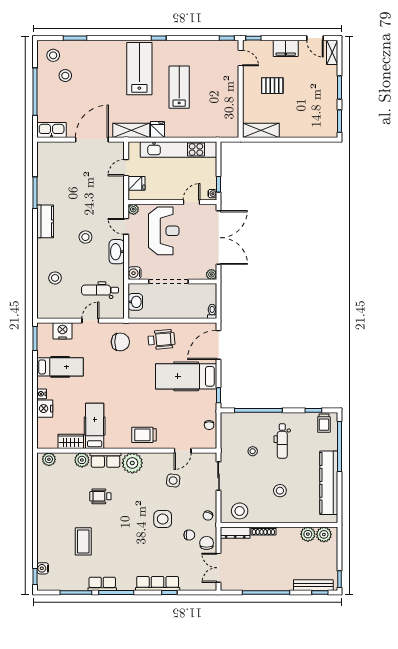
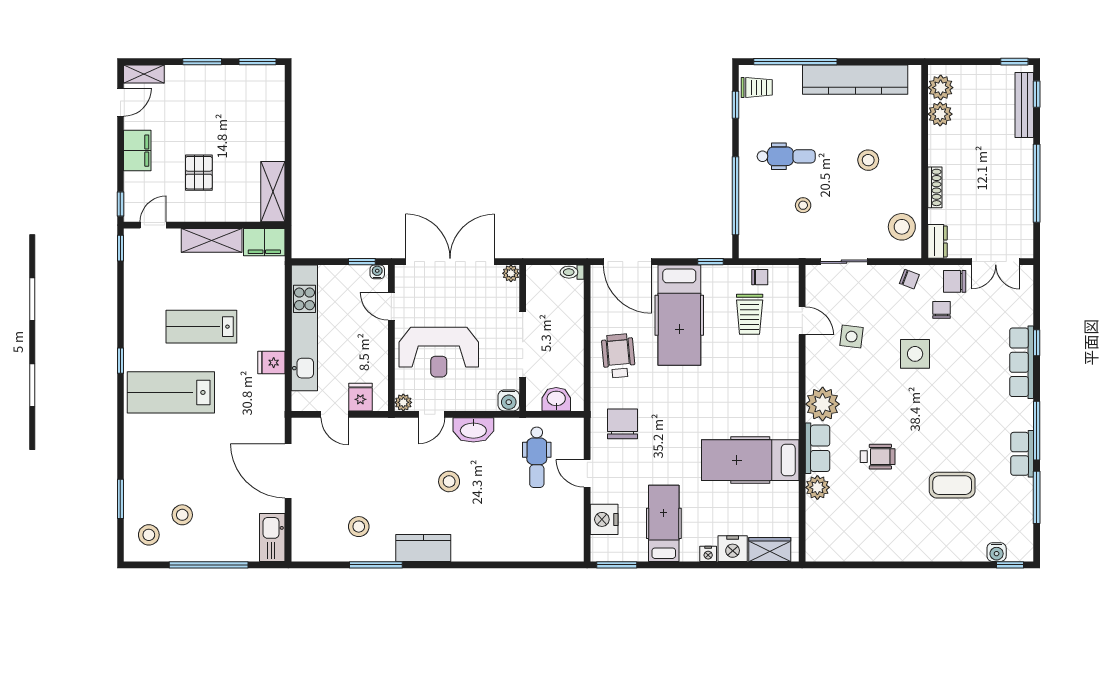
filing cabinet: (230, 125) -> (264, 242), added
shelving: (131, 130) -> (212, 240), moved, turned 90
reception desk: (164, 231) -> (439, 352), turned 180
stool: (55, 278) -> (359, 527), moved
hospital bed: (95, 426) -> (750, 460), width x1.37, depth x1.29
trolley: (144, 435) -> (750, 314), moved
wardrobe: (71, 441) -> (770, 549), moved, turned 90
plant: (49, 459) -> (816, 542), removed
wheelchair: (100, 496) -> (878, 457), turned -90
dresser: (235, 533) -> (937, 241), width x0.70

